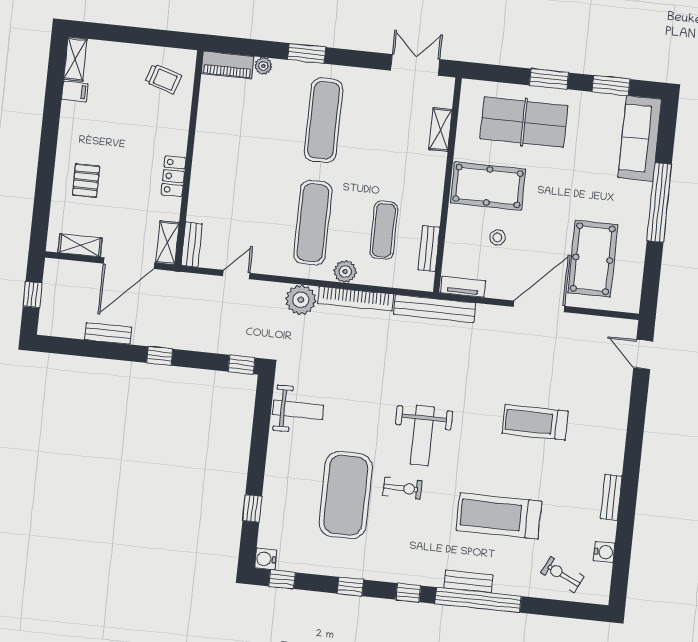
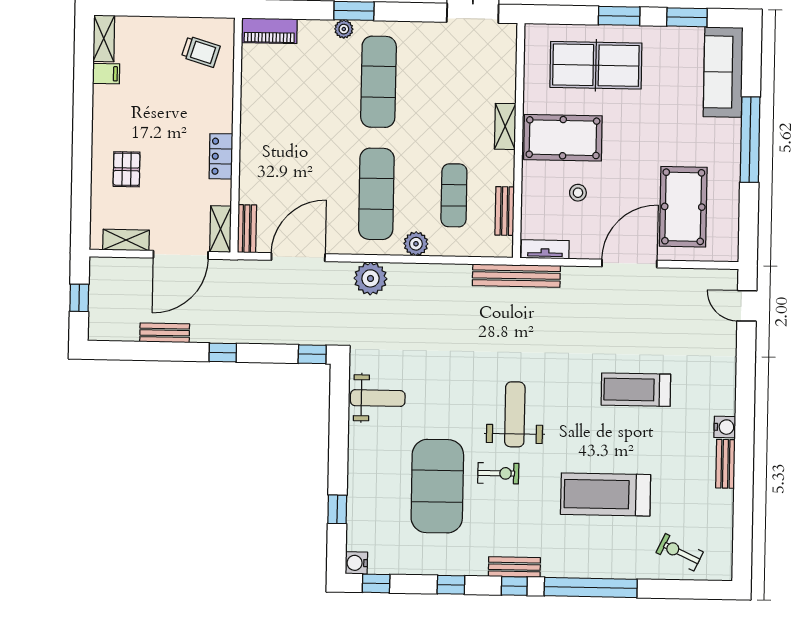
plant: (263, 66) -> (344, 29), moved
shelving: (440, 130) -> (505, 126), moved
door: (236, 274) -> (298, 257), width x1.88
bookcase: (356, 299) -> (430, 272), removed
weight bench: (422, 436) -> (515, 414), turned 180
water cooler: (604, 552) -> (725, 427), moved
bench: (468, 581) -> (514, 567), moved

